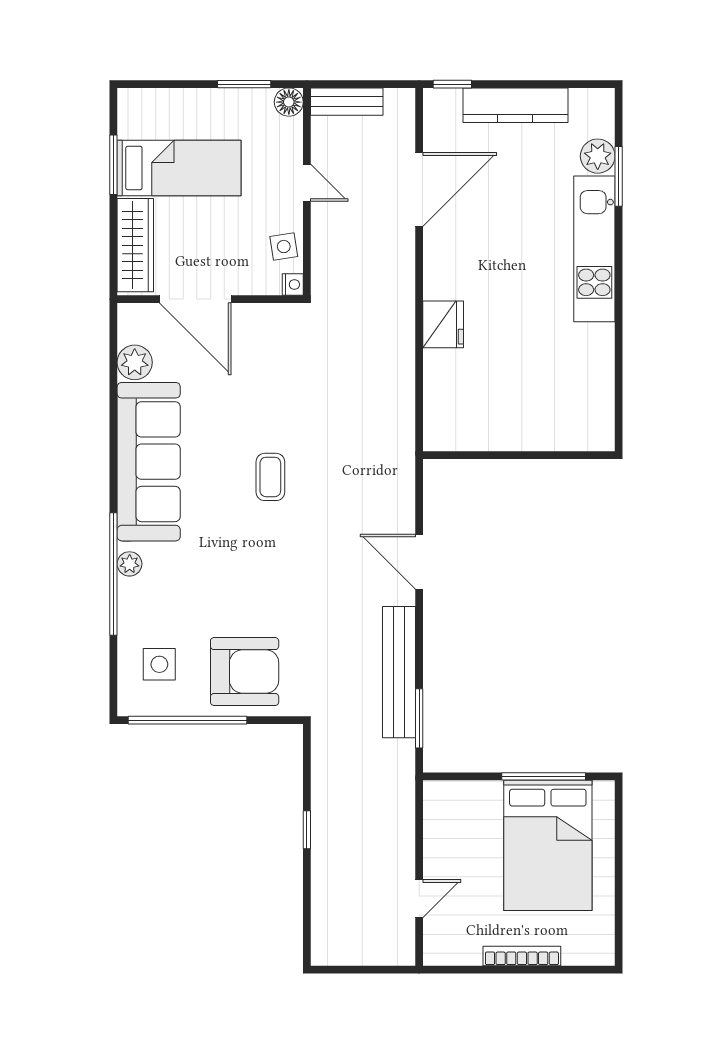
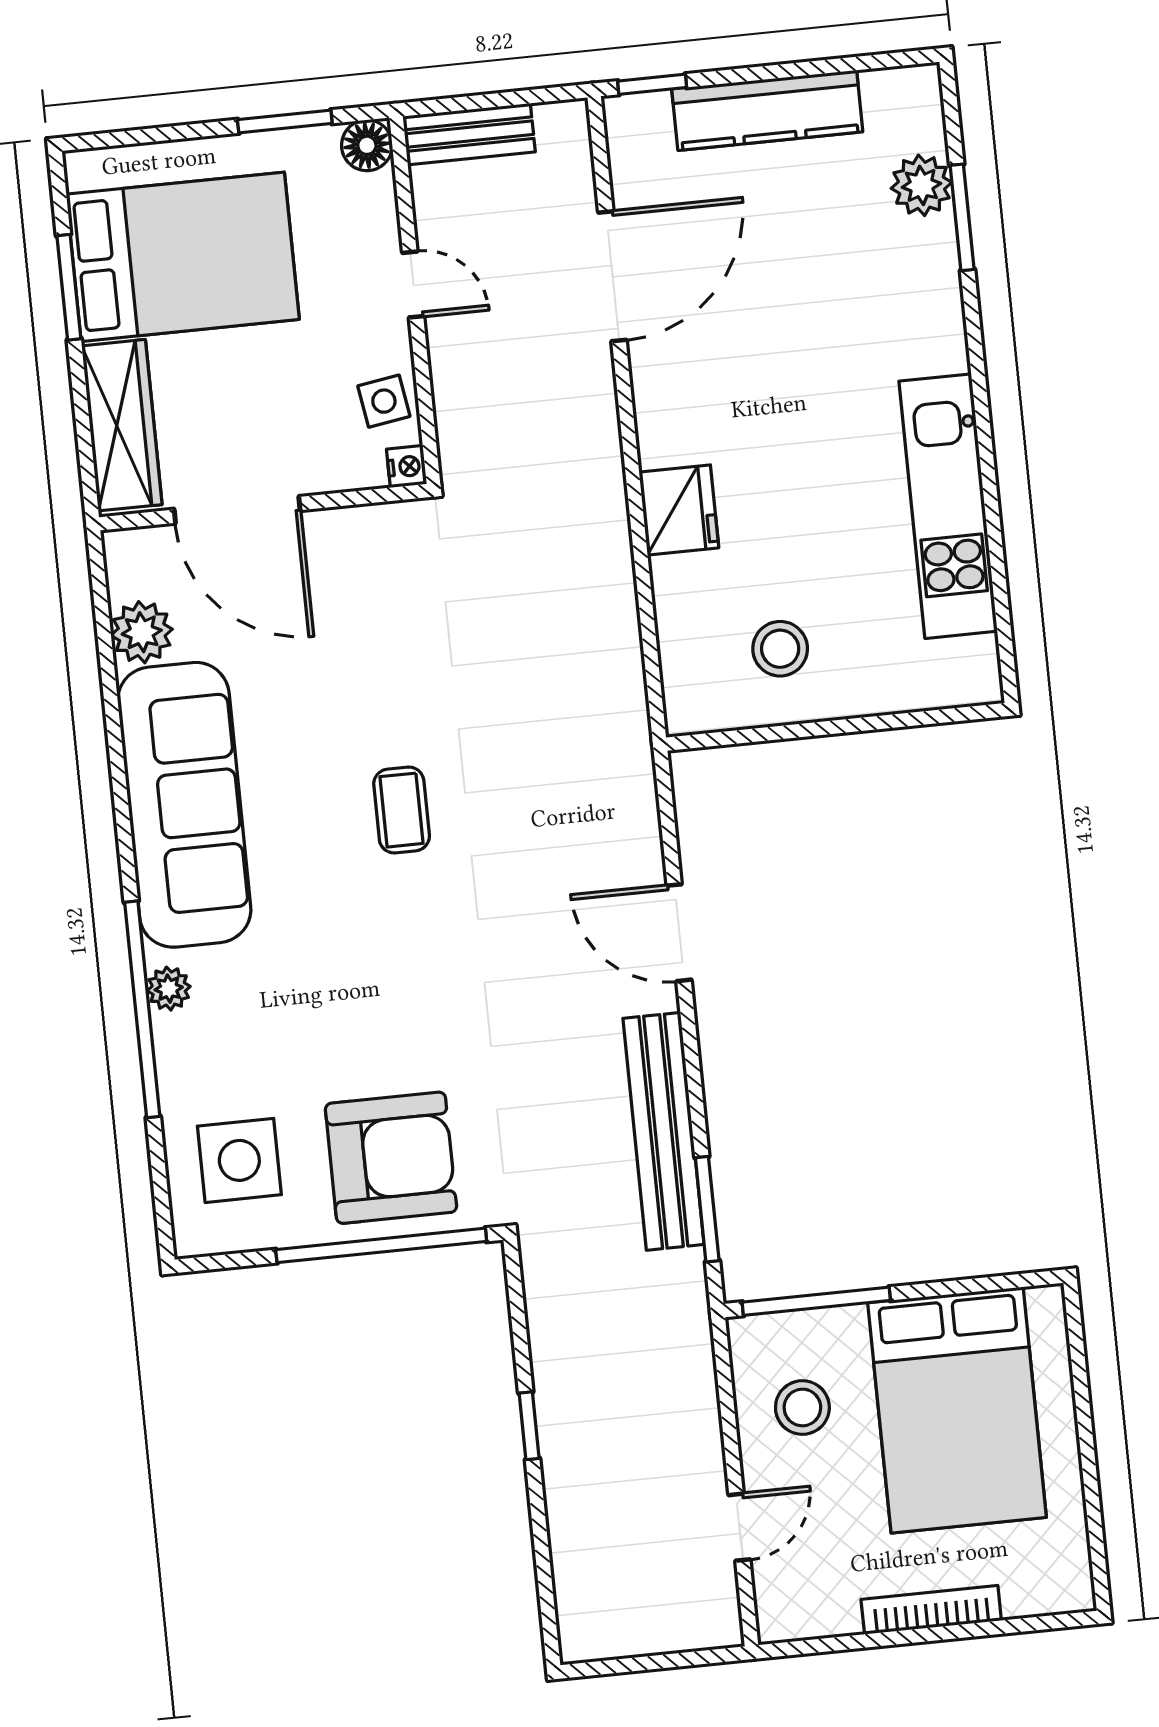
bed: (179, 168) -> (183, 257), width x1.50
kitchen unit: (594, 249) -> (948, 506), moved
stool: (492, 408) -> (780, 649), added
side table: (159, 664) -> (239, 1160), width x1.37, depth x1.37
window: (188, 720) -> (381, 1245), moved
window: (544, 776) -> (816, 1301), moved
stool: (461, 835) -> (802, 1407), added

